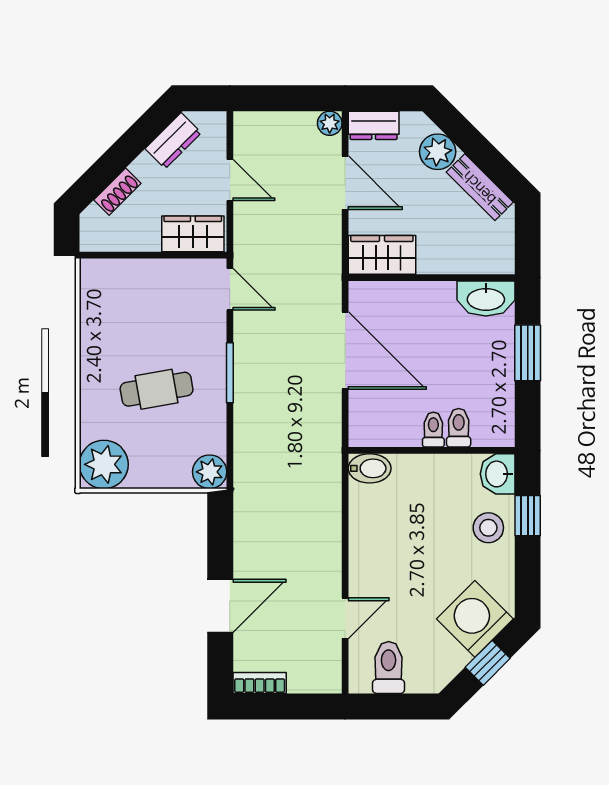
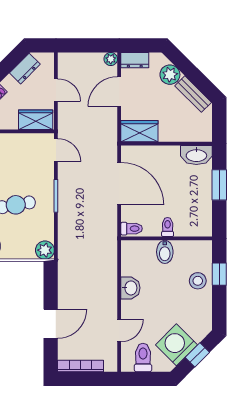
door: (345, 183) -> (119, 92), swing flipped
toilet: (459, 428) -> (132, 229), moved, turned 90
bidet: (370, 468) -> (165, 252), moved, turned 90
washbasin: (498, 474) -> (130, 288), moved, turned 180
washing machine: (475, 619) -> (176, 345), moved
bookcase: (260, 683) -> (81, 366), width x1.56

